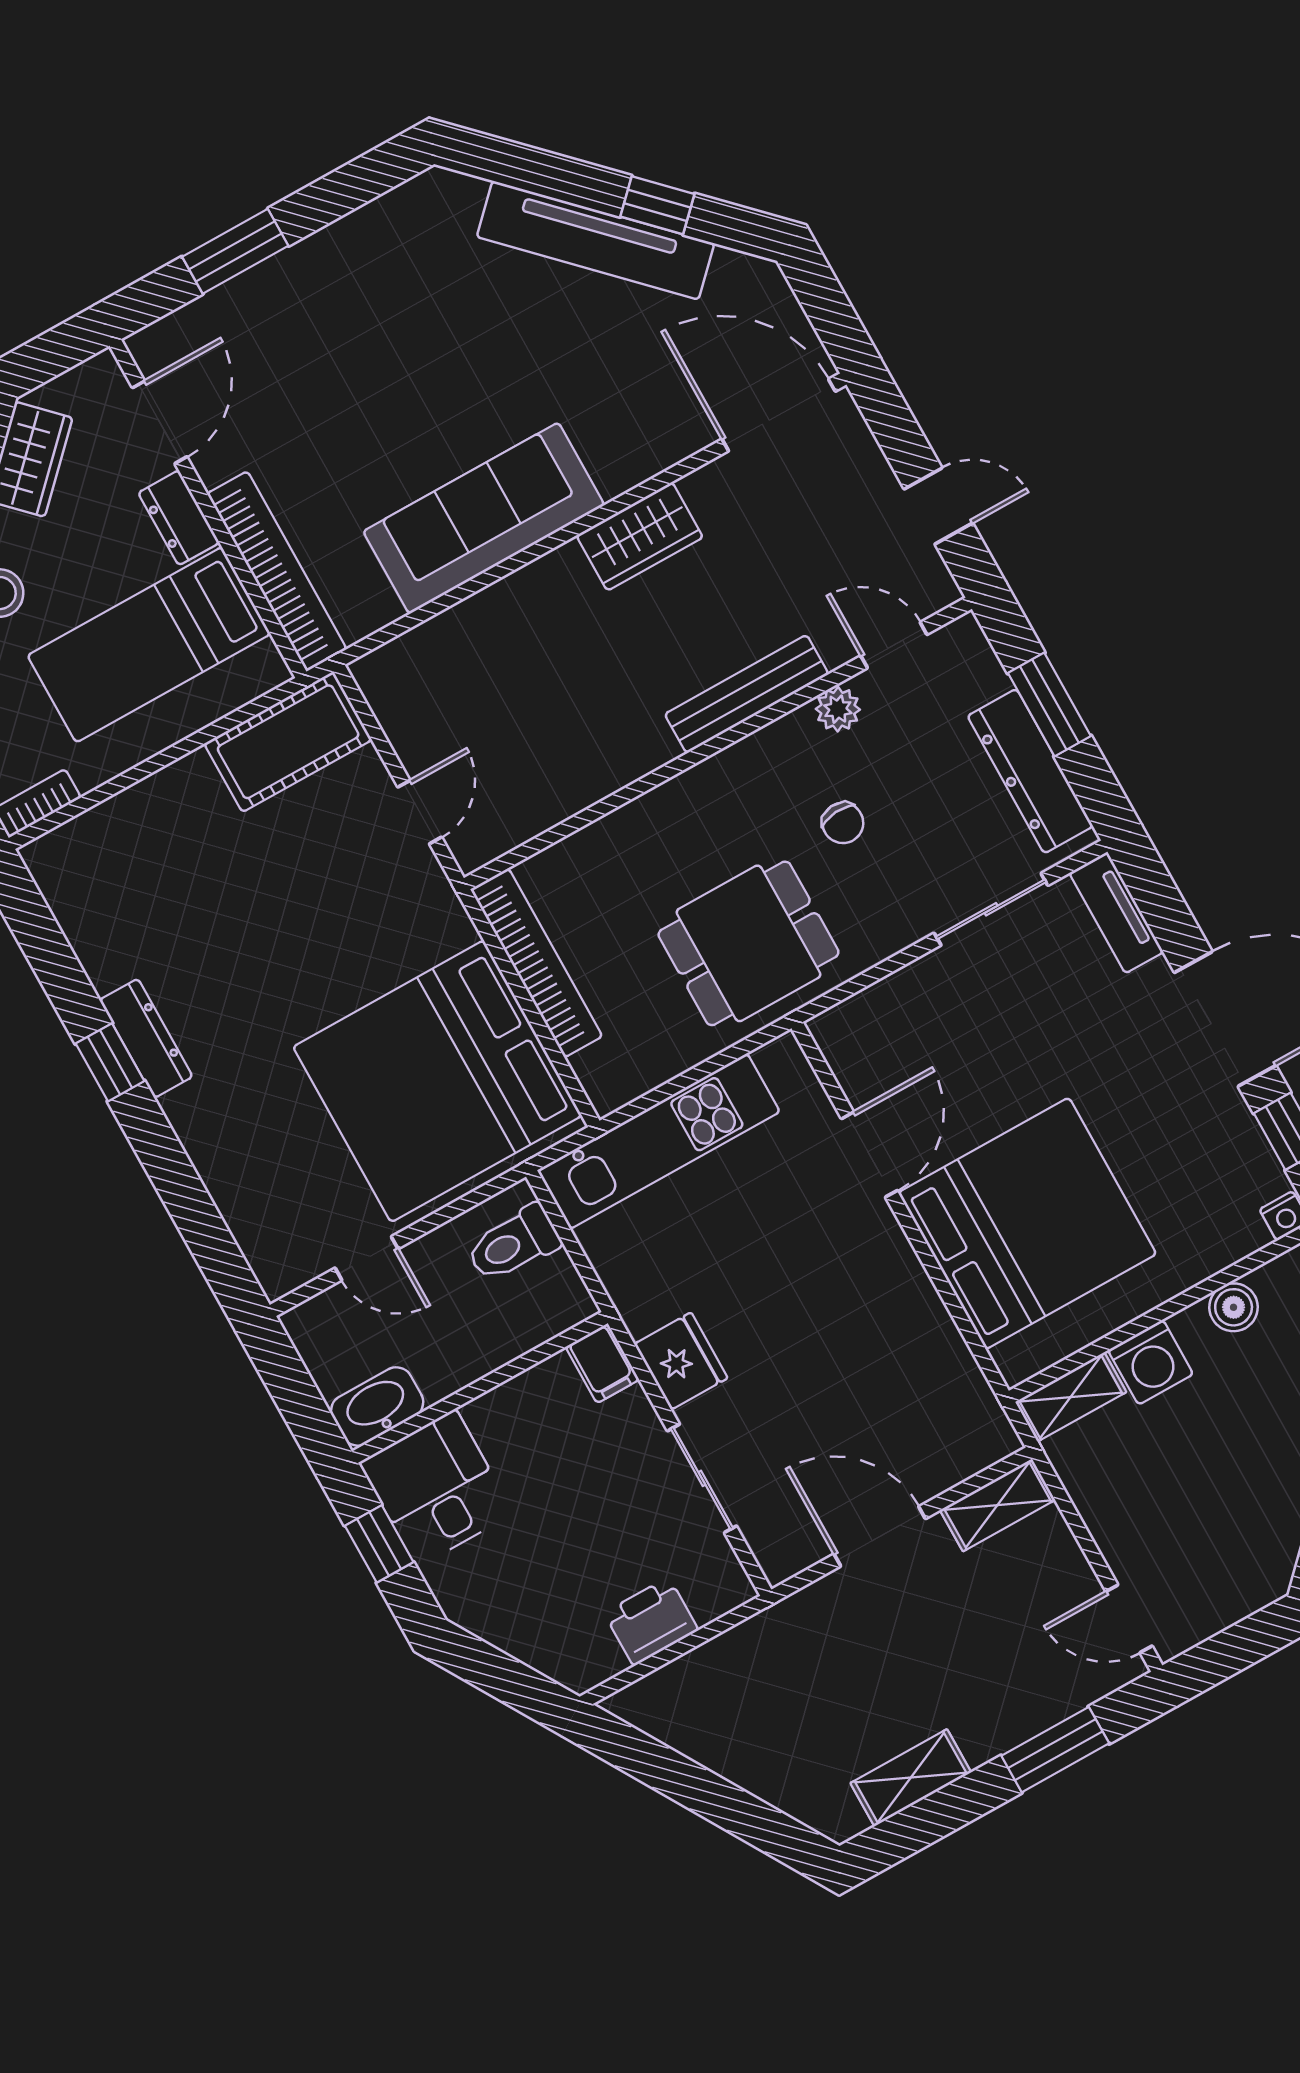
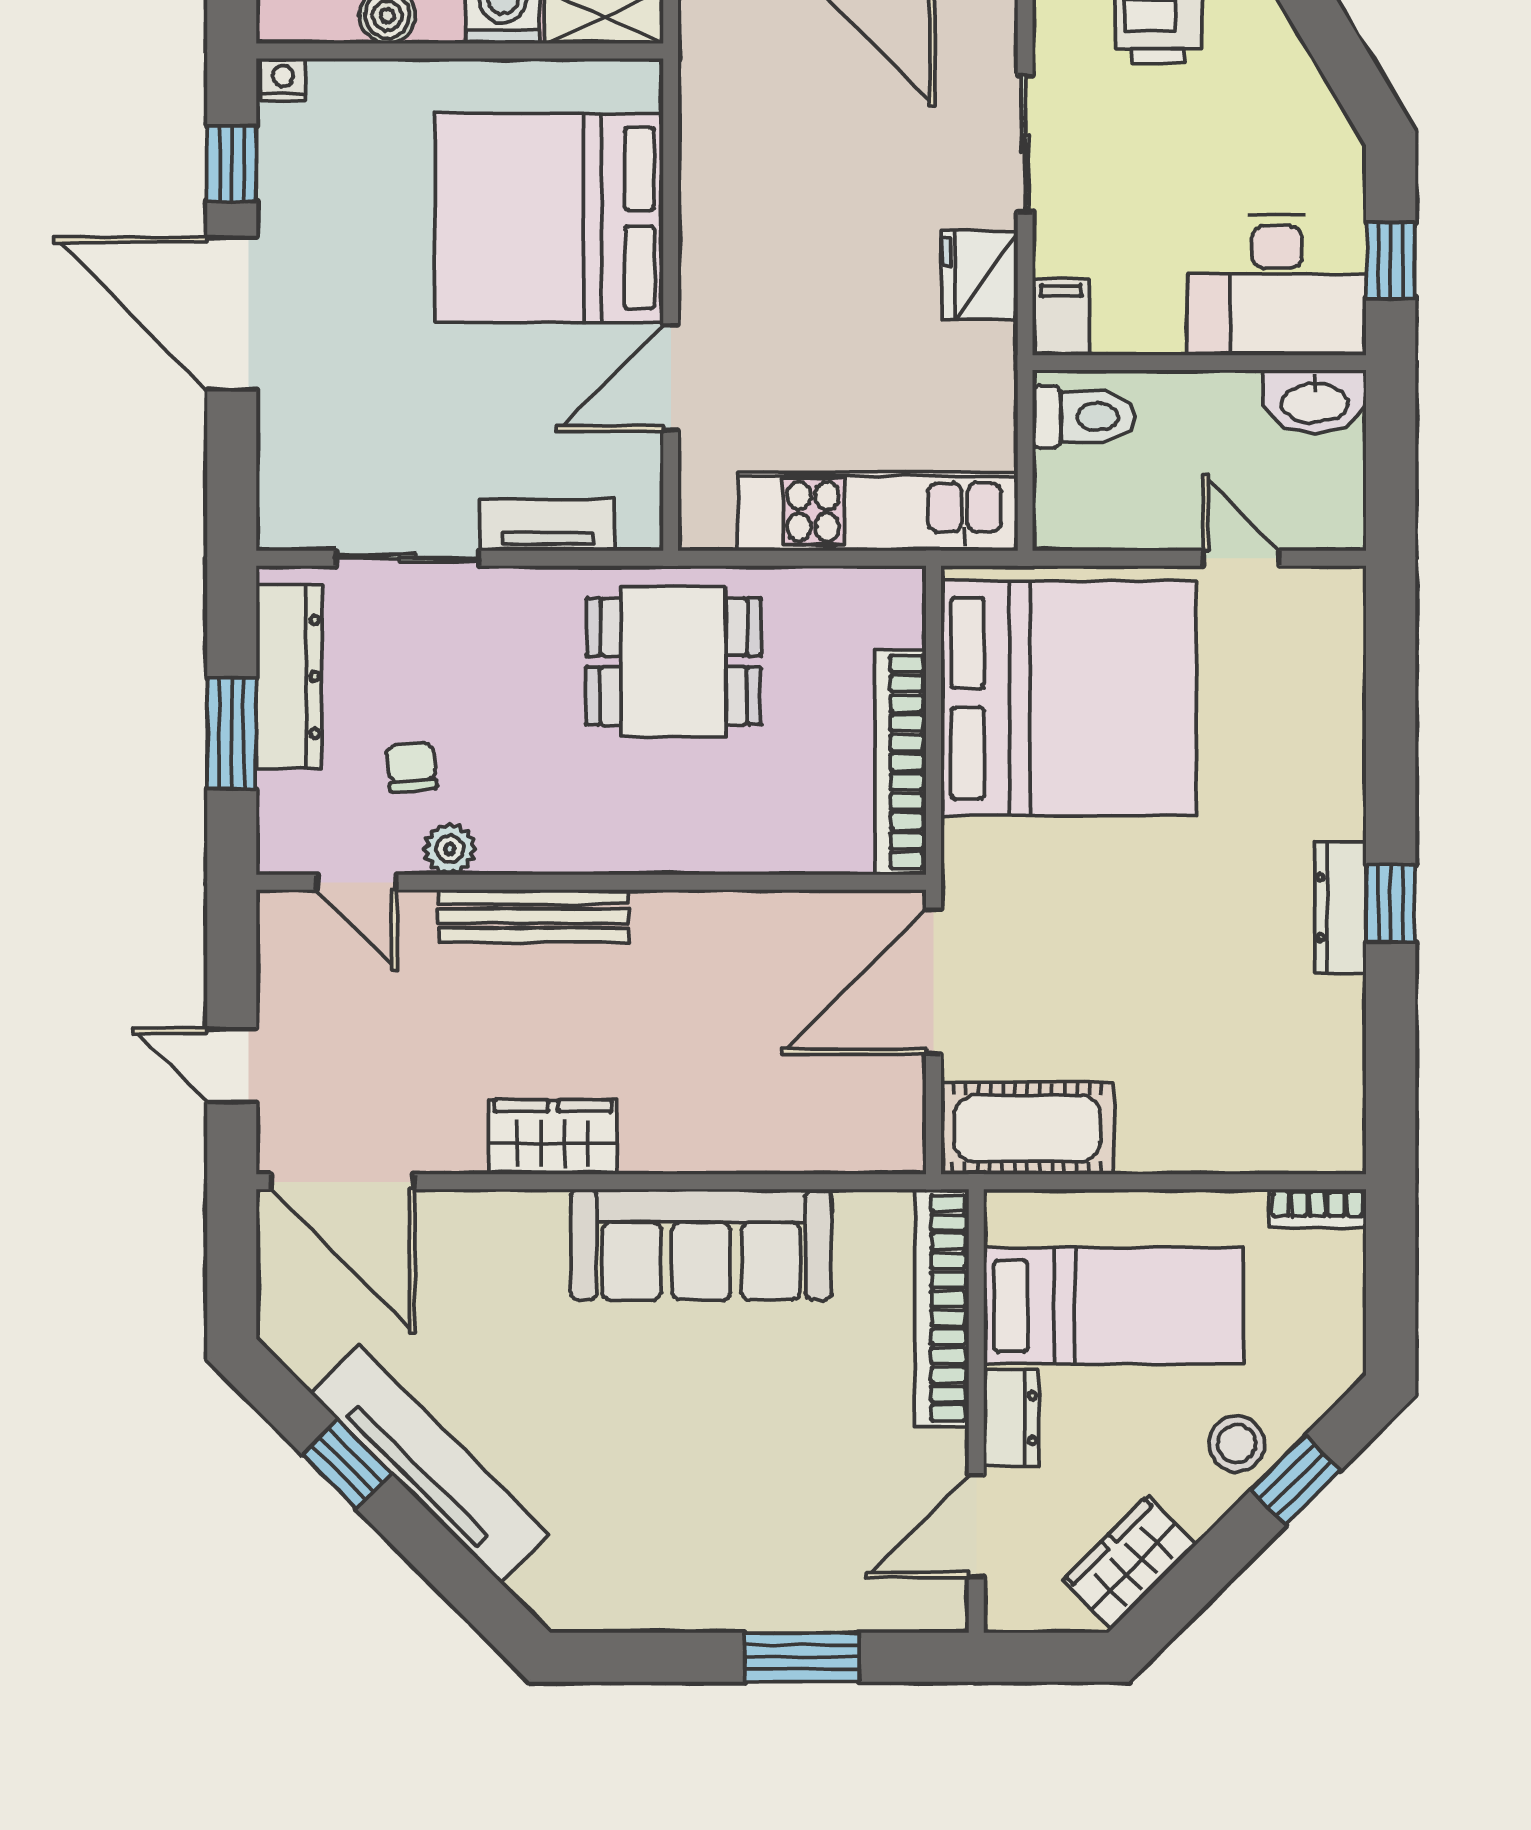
door: (938, 506) -> (232, 1065), moved
door: (420, 812) -> (933, 982), width x1.87
chair: (843, 823) -> (411, 767), moved
tv unit: (1116, 913) -> (548, 525), moved, turned -90
toilet: (513, 1244) -> (1084, 417), moved
desk: (436, 1488) -> (1277, 285), width x1.37

